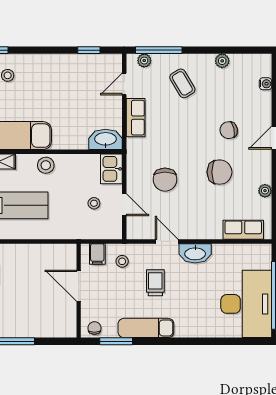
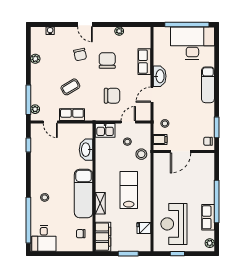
coffee table: (182, 83) -> (70, 87), moved
washbasin: (106, 139) -> (86, 150), moved
stool: (46, 165) -> (141, 154), moved
row of seats: (243, 230) -> (144, 62), moved
trolley: (155, 283) -> (179, 102), removed
exam couch: (146, 328) -> (208, 85), moved

